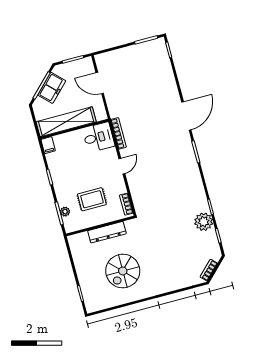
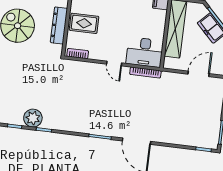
desk: (99, 137) -> (145, 52), width x1.37
rug: (92, 199) -> (84, 23), moved, turned 90

